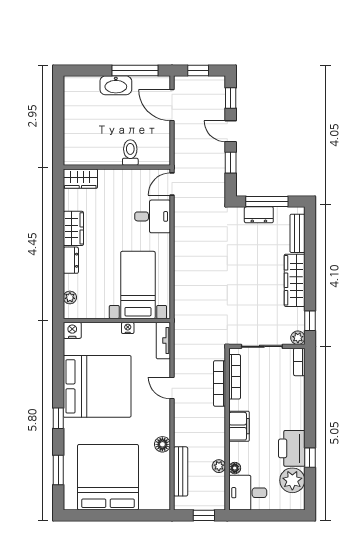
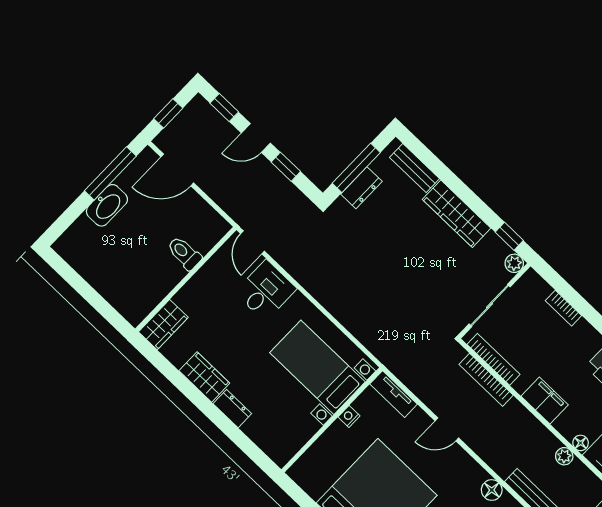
plant: (70, 297) -> (267, 444), removed
nightstand: (72, 330) -> (300, 472), removed
bookcase: (299, 362) -> (563, 308), moved

